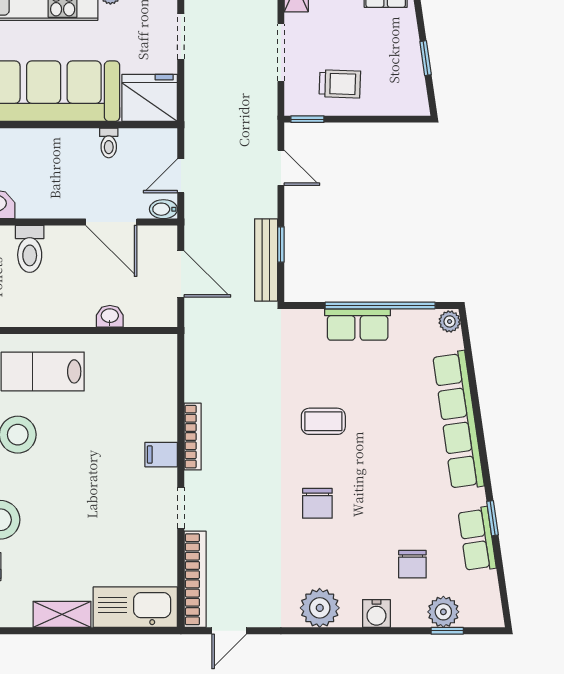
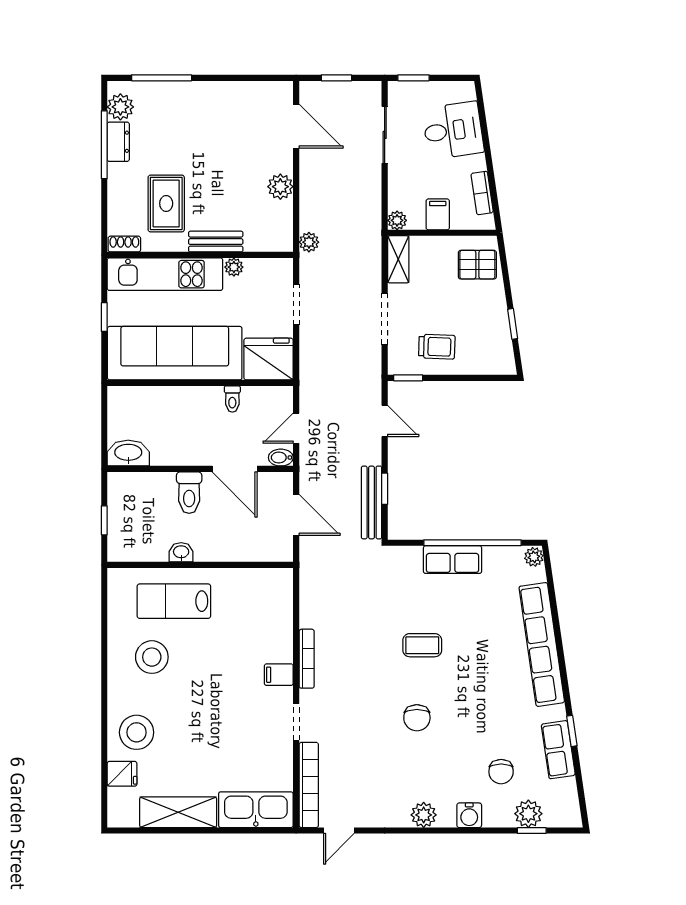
toilet: (30, 249) -> (189, 493), moved
washbasin: (110, 316) -> (181, 552), moved
plant: (320, 608) -> (424, 815), width x0.73, depth x0.73
shelving: (62, 614) -> (178, 812), width x1.50, depth x1.33

